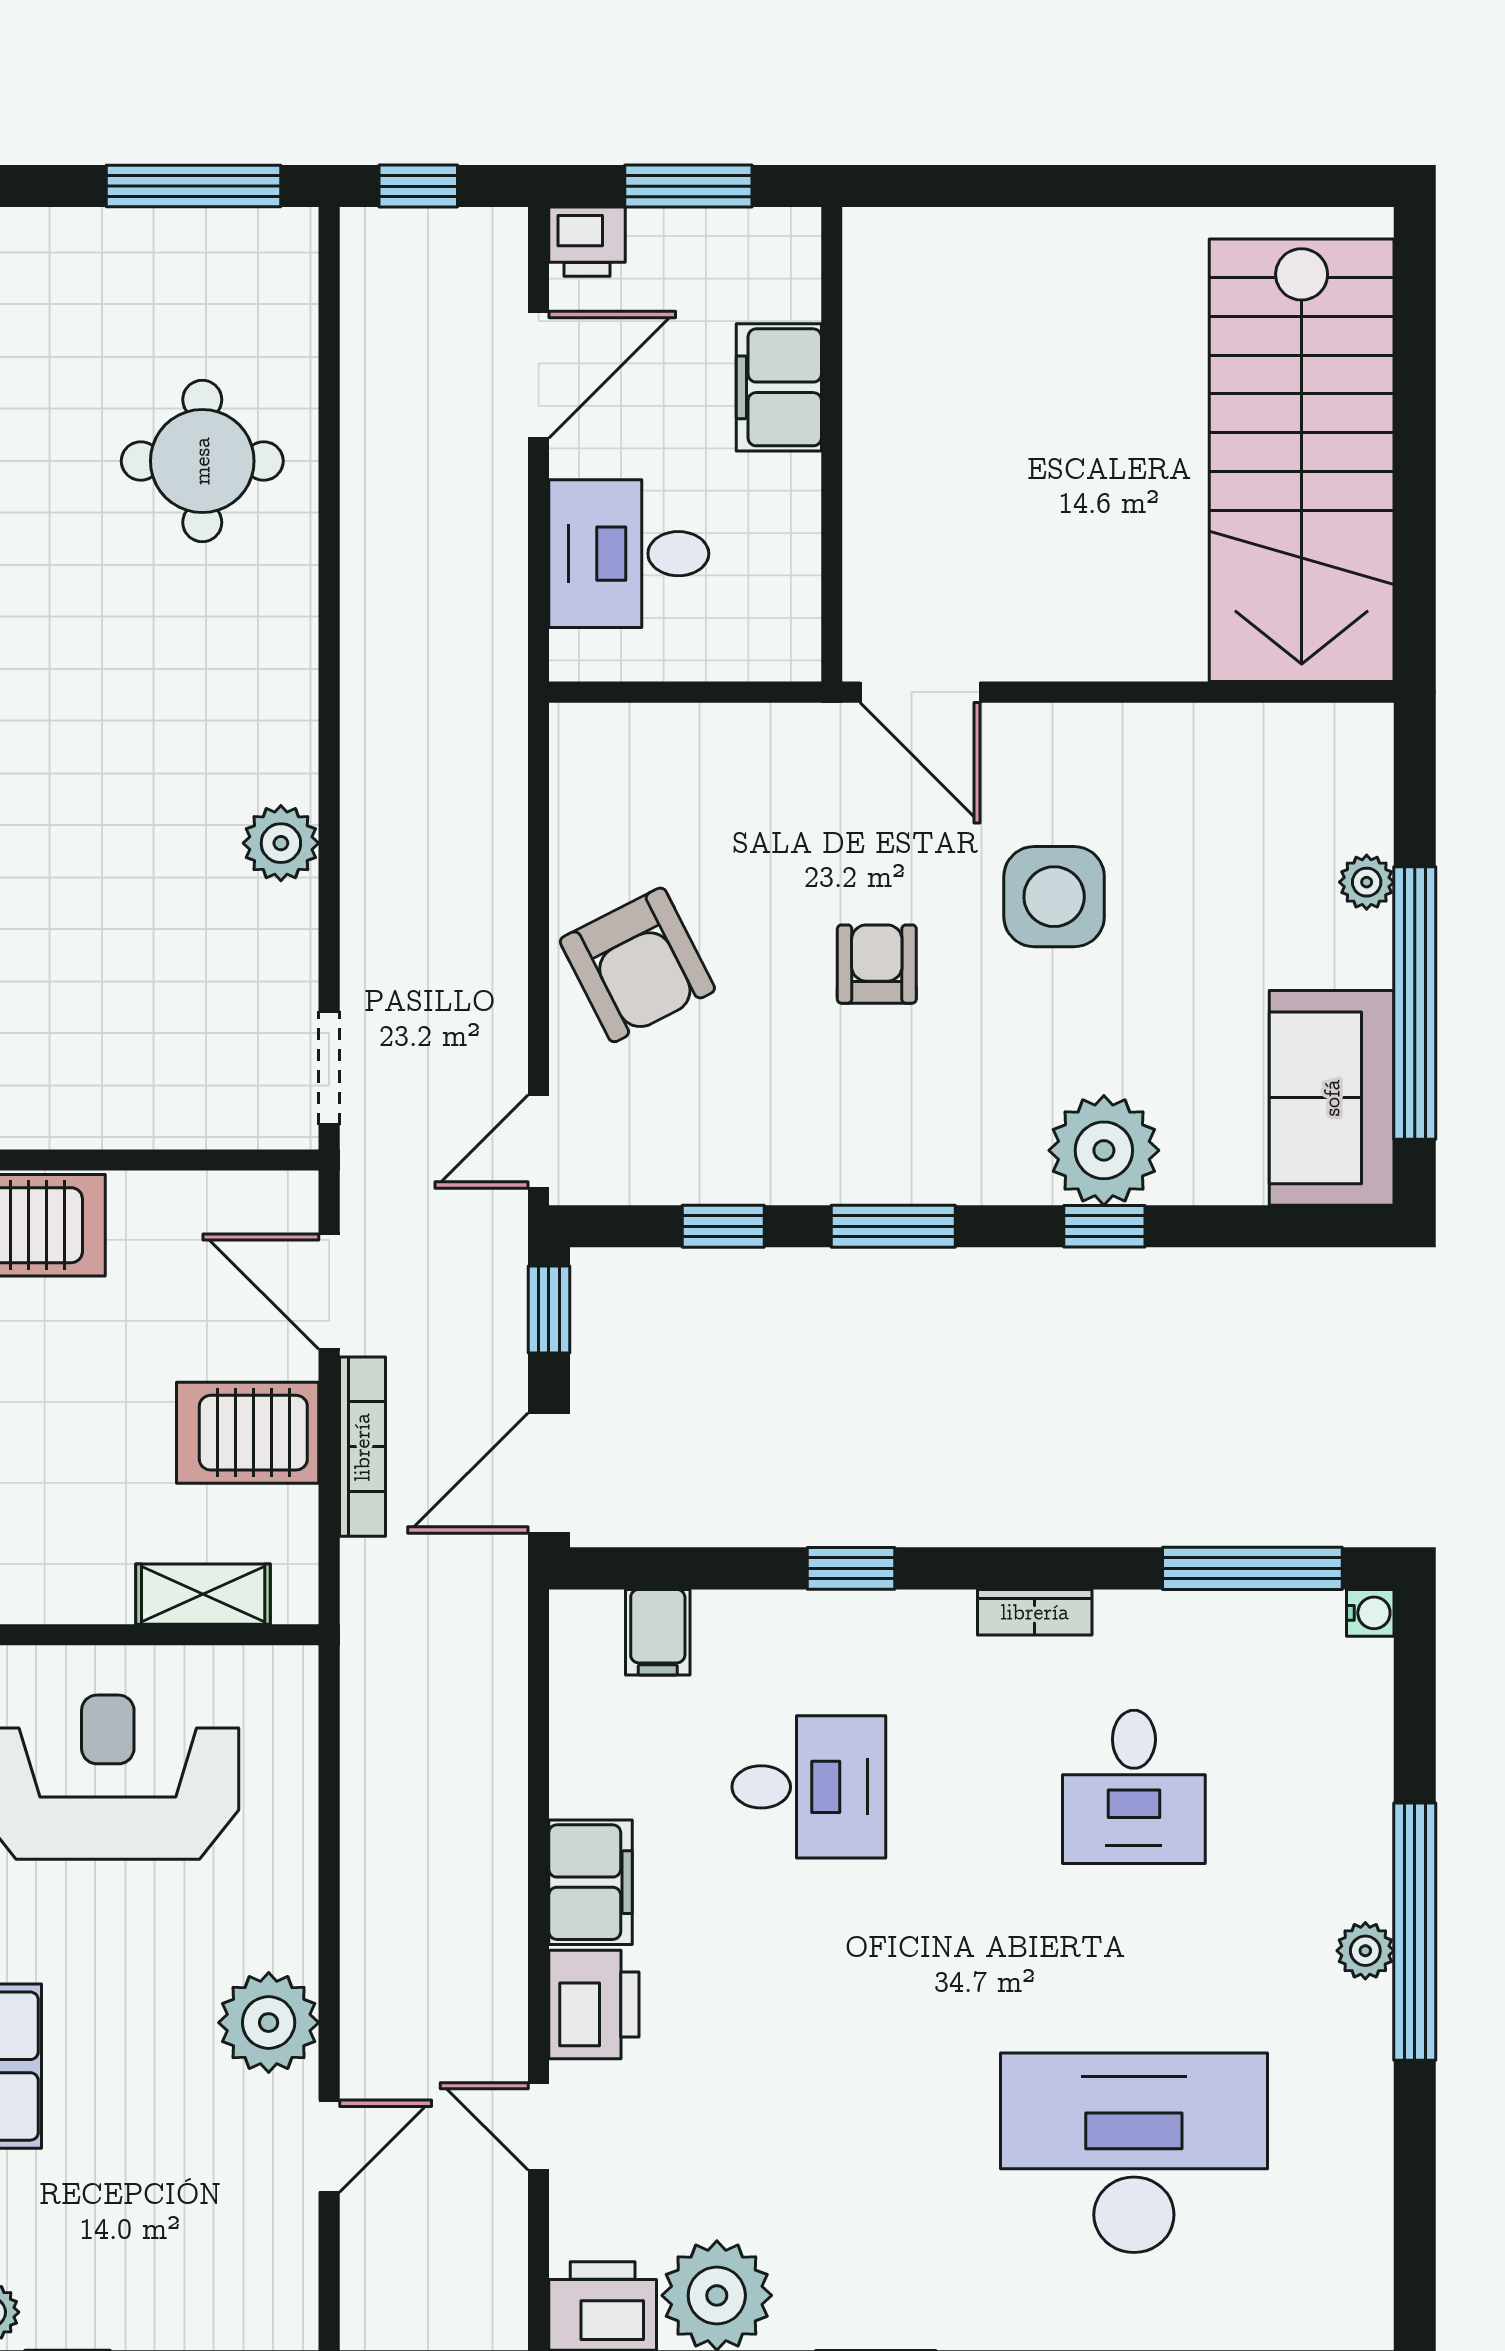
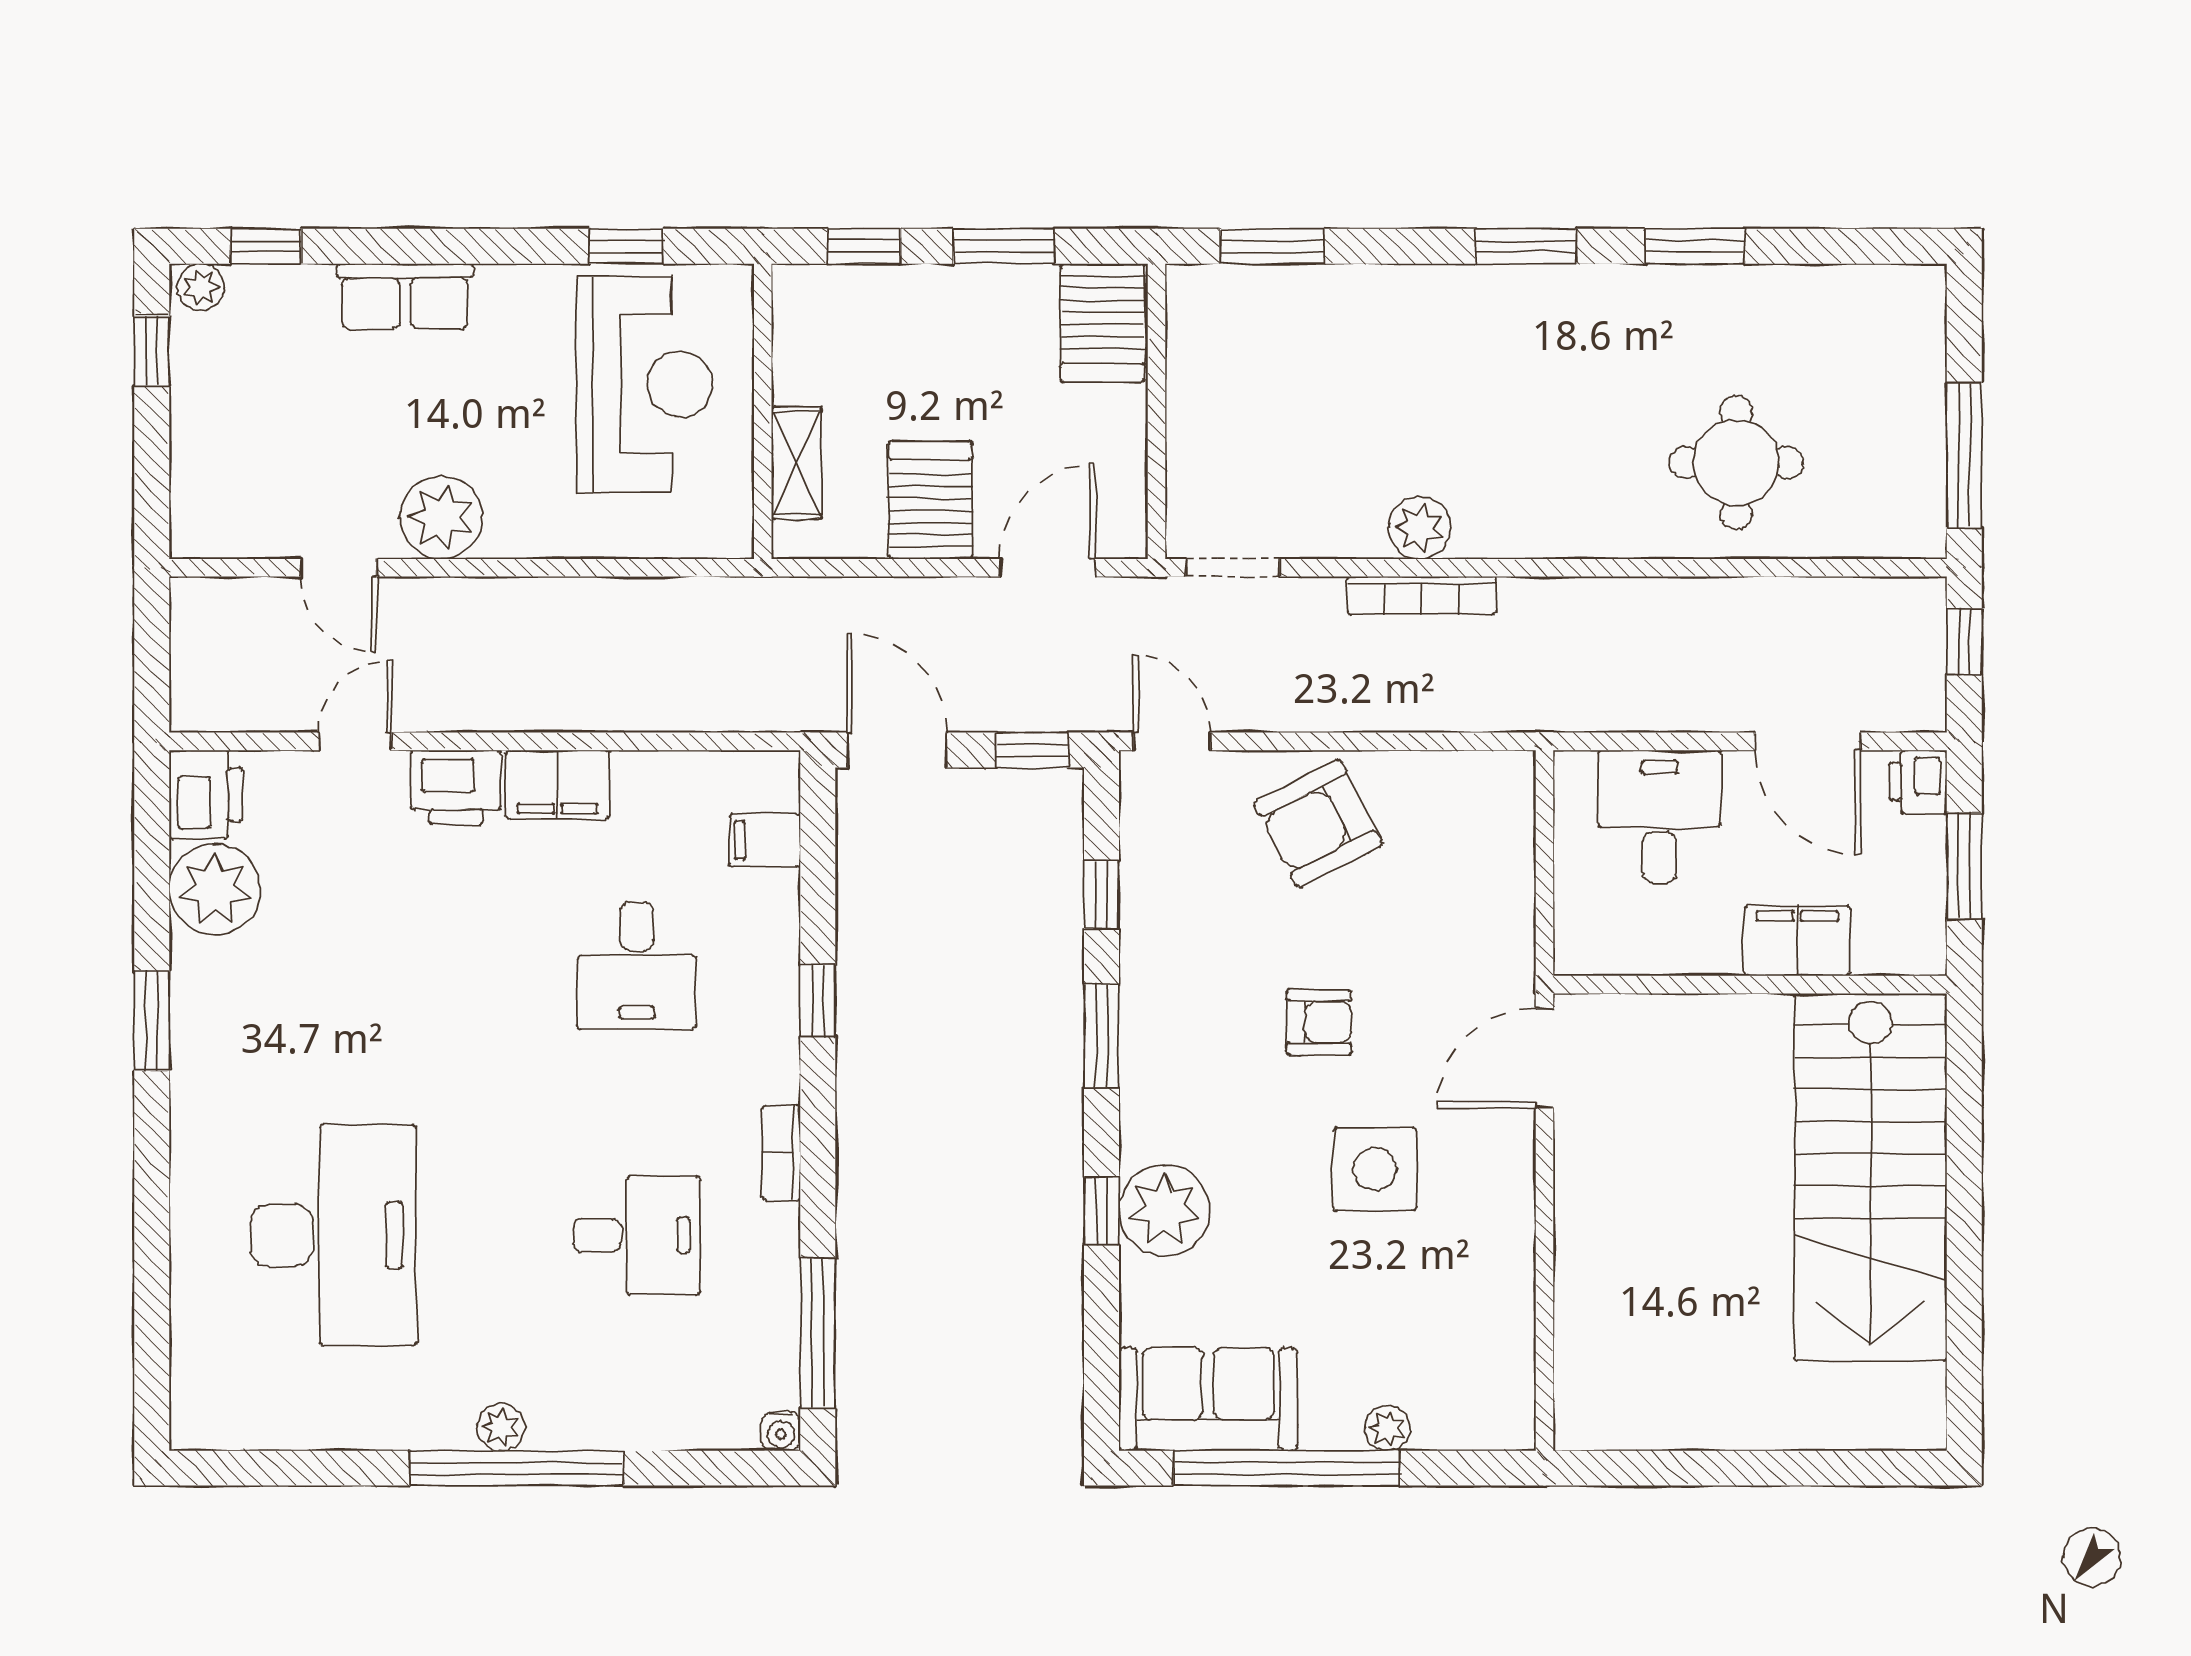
stairs: (1302, 460) -> (1870, 1177), moved, turned -90
bookcase: (362, 1447) -> (1421, 595), moved
desk: (1134, 1787) -> (637, 1235), turned 180

